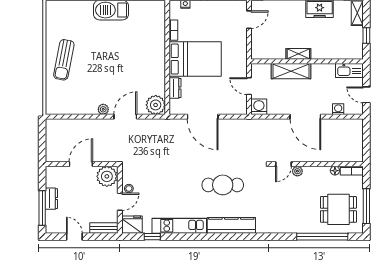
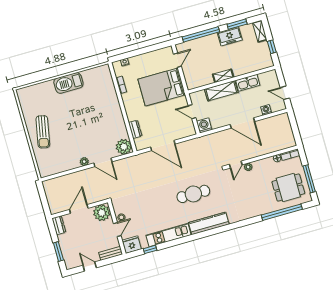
bed: (195, 59) -> (162, 87), moved, turned 180
kitchen sink: (349, 71) -> (248, 83), moved
door: (125, 117) -> (103, 162), swing flipped
dresser: (51, 199) -> (59, 225), moved
window: (42, 208) -> (58, 251), width x0.69

